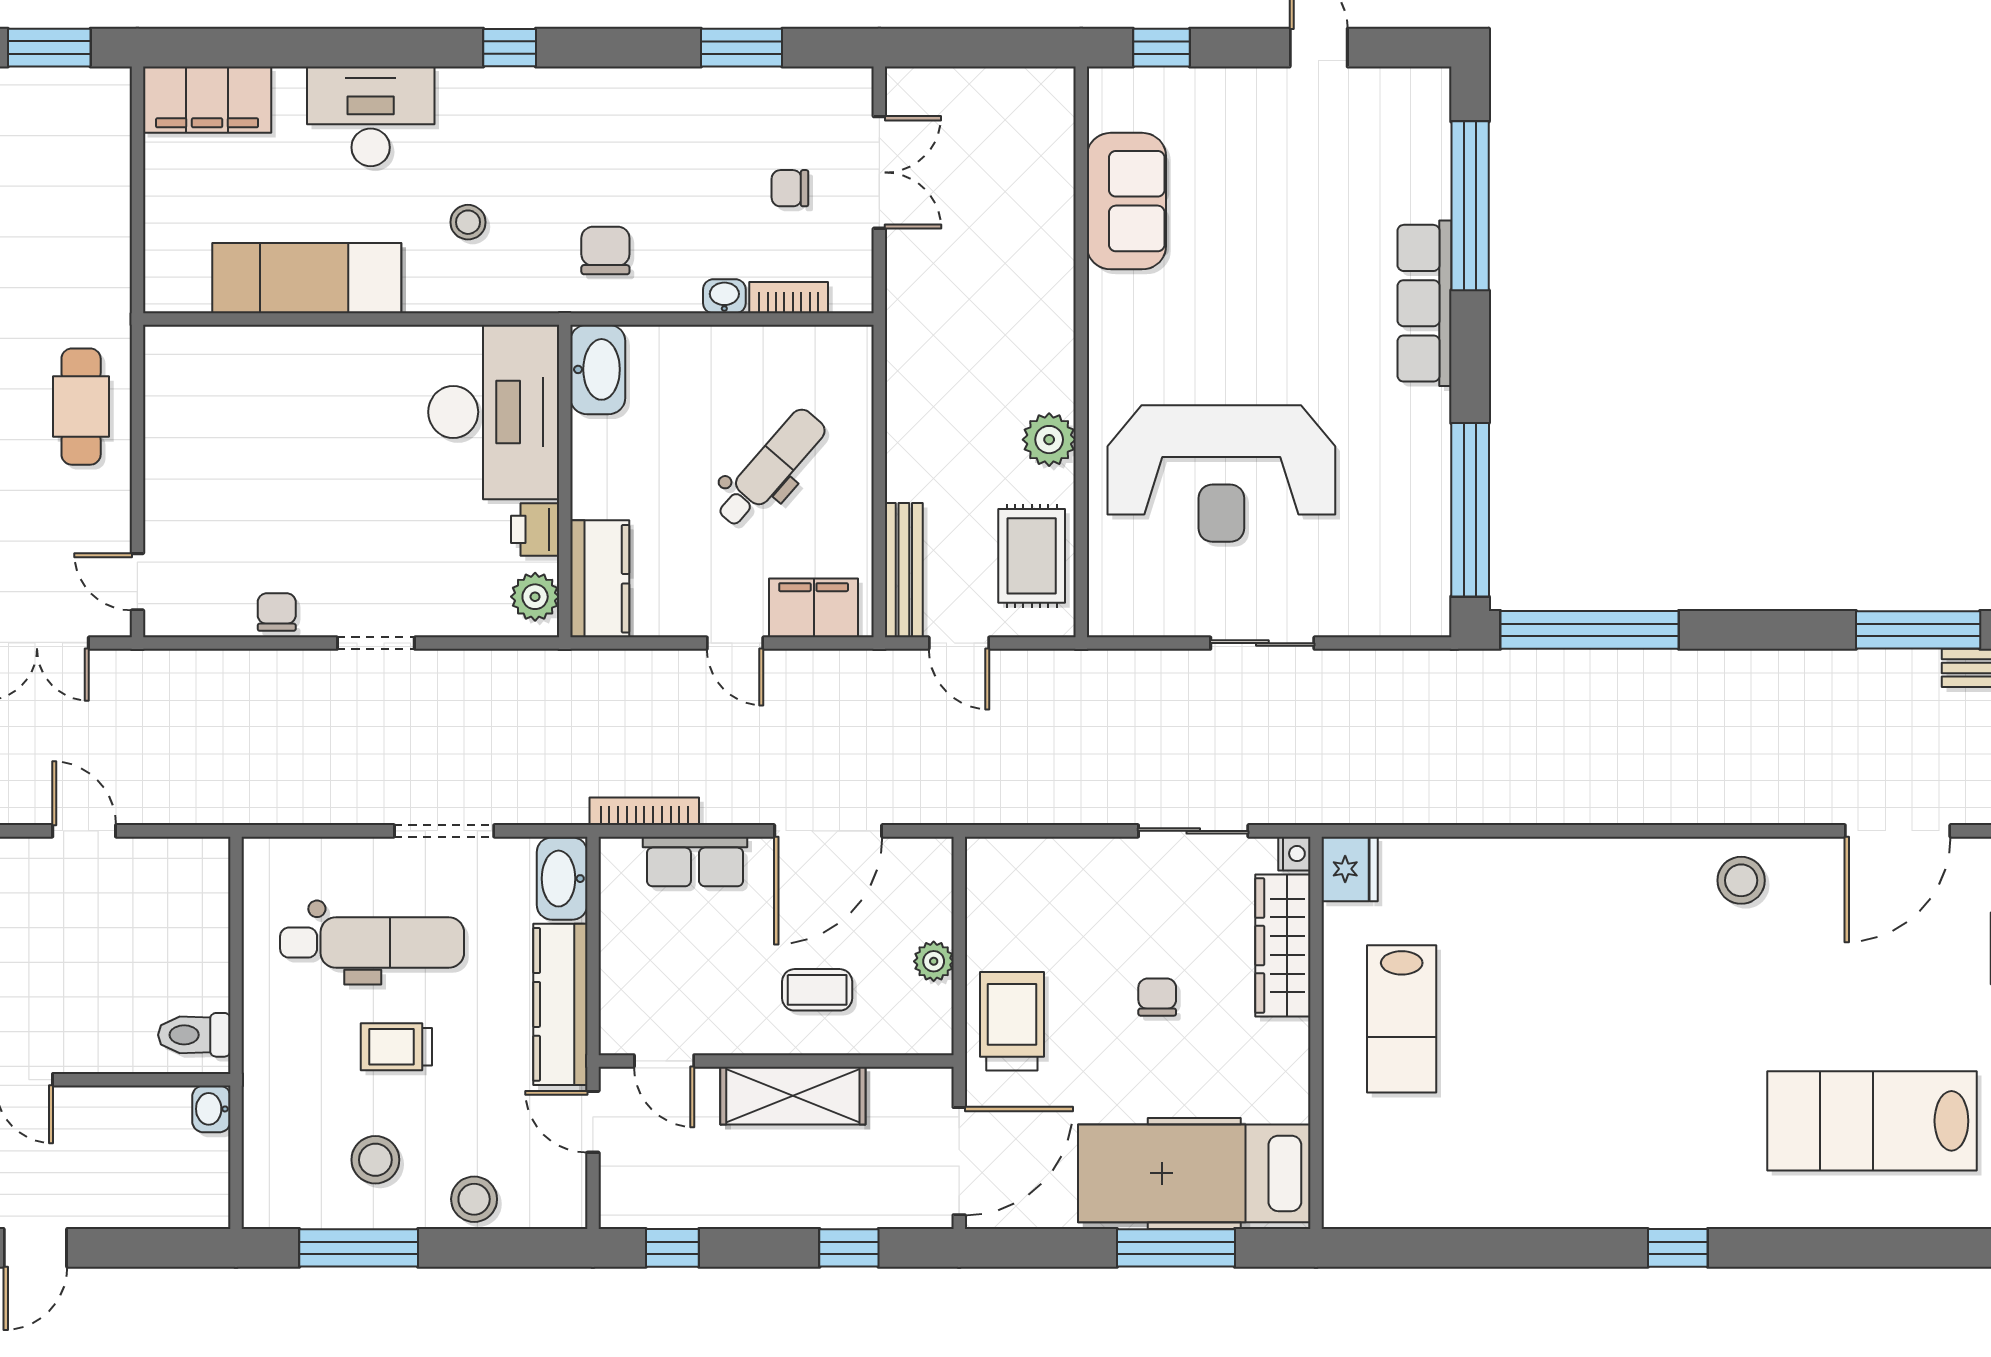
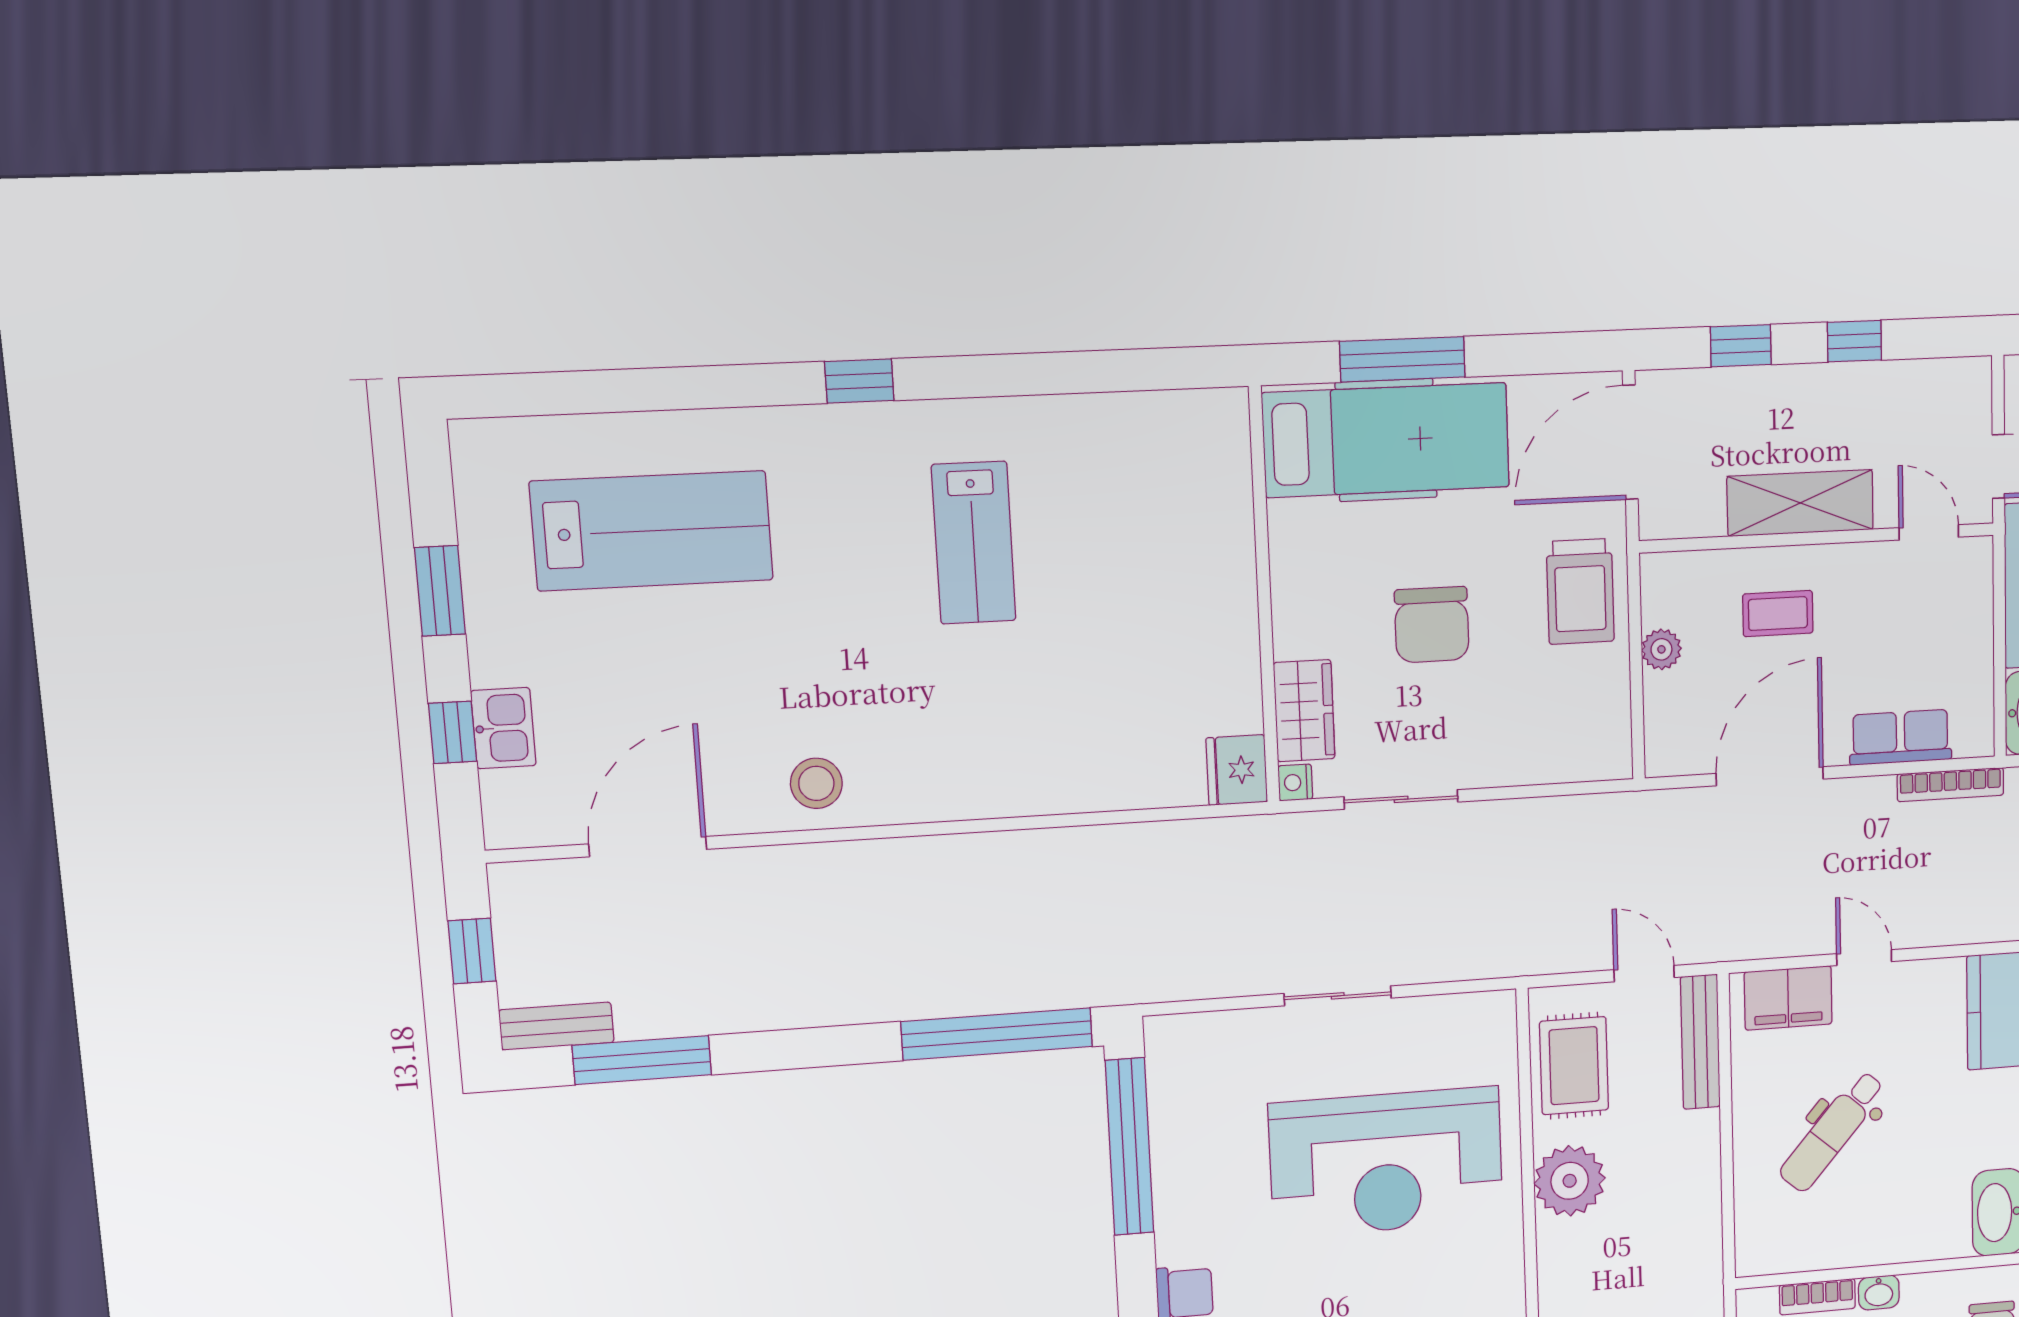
plant: (1049, 440) -> (1570, 1181), width x1.36, depth x1.36
reception desk: (1221, 474) -> (1386, 1162), turned 180
wardrobe: (1283, 946) -> (1304, 711), width x0.67
chair: (1157, 997) -> (1432, 625), width x1.87, depth x1.87
lab bench: (1402, 1019) -> (974, 543), moved, turned 180
window: (672, 1248) -> (1854, 341), moved

